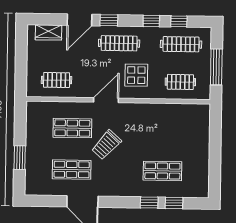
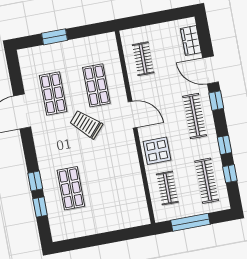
display table: (136, 75) -> (157, 151), moved

